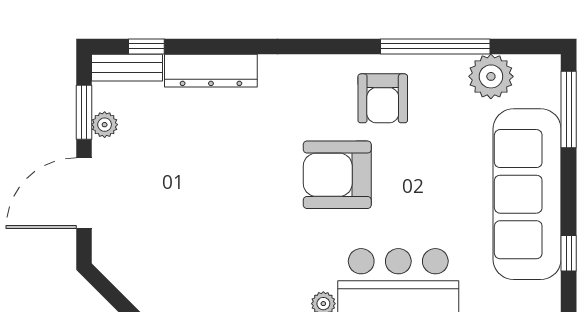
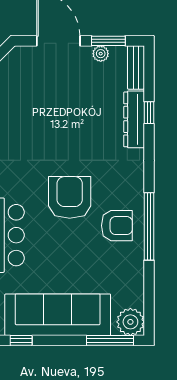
window: (146, 46) -> (149, 113), moved
window: (435, 46) -> (149, 226), moved
plant: (491, 76) -> (130, 322), moved
armchair: (383, 98) -> (117, 226), turned 180

